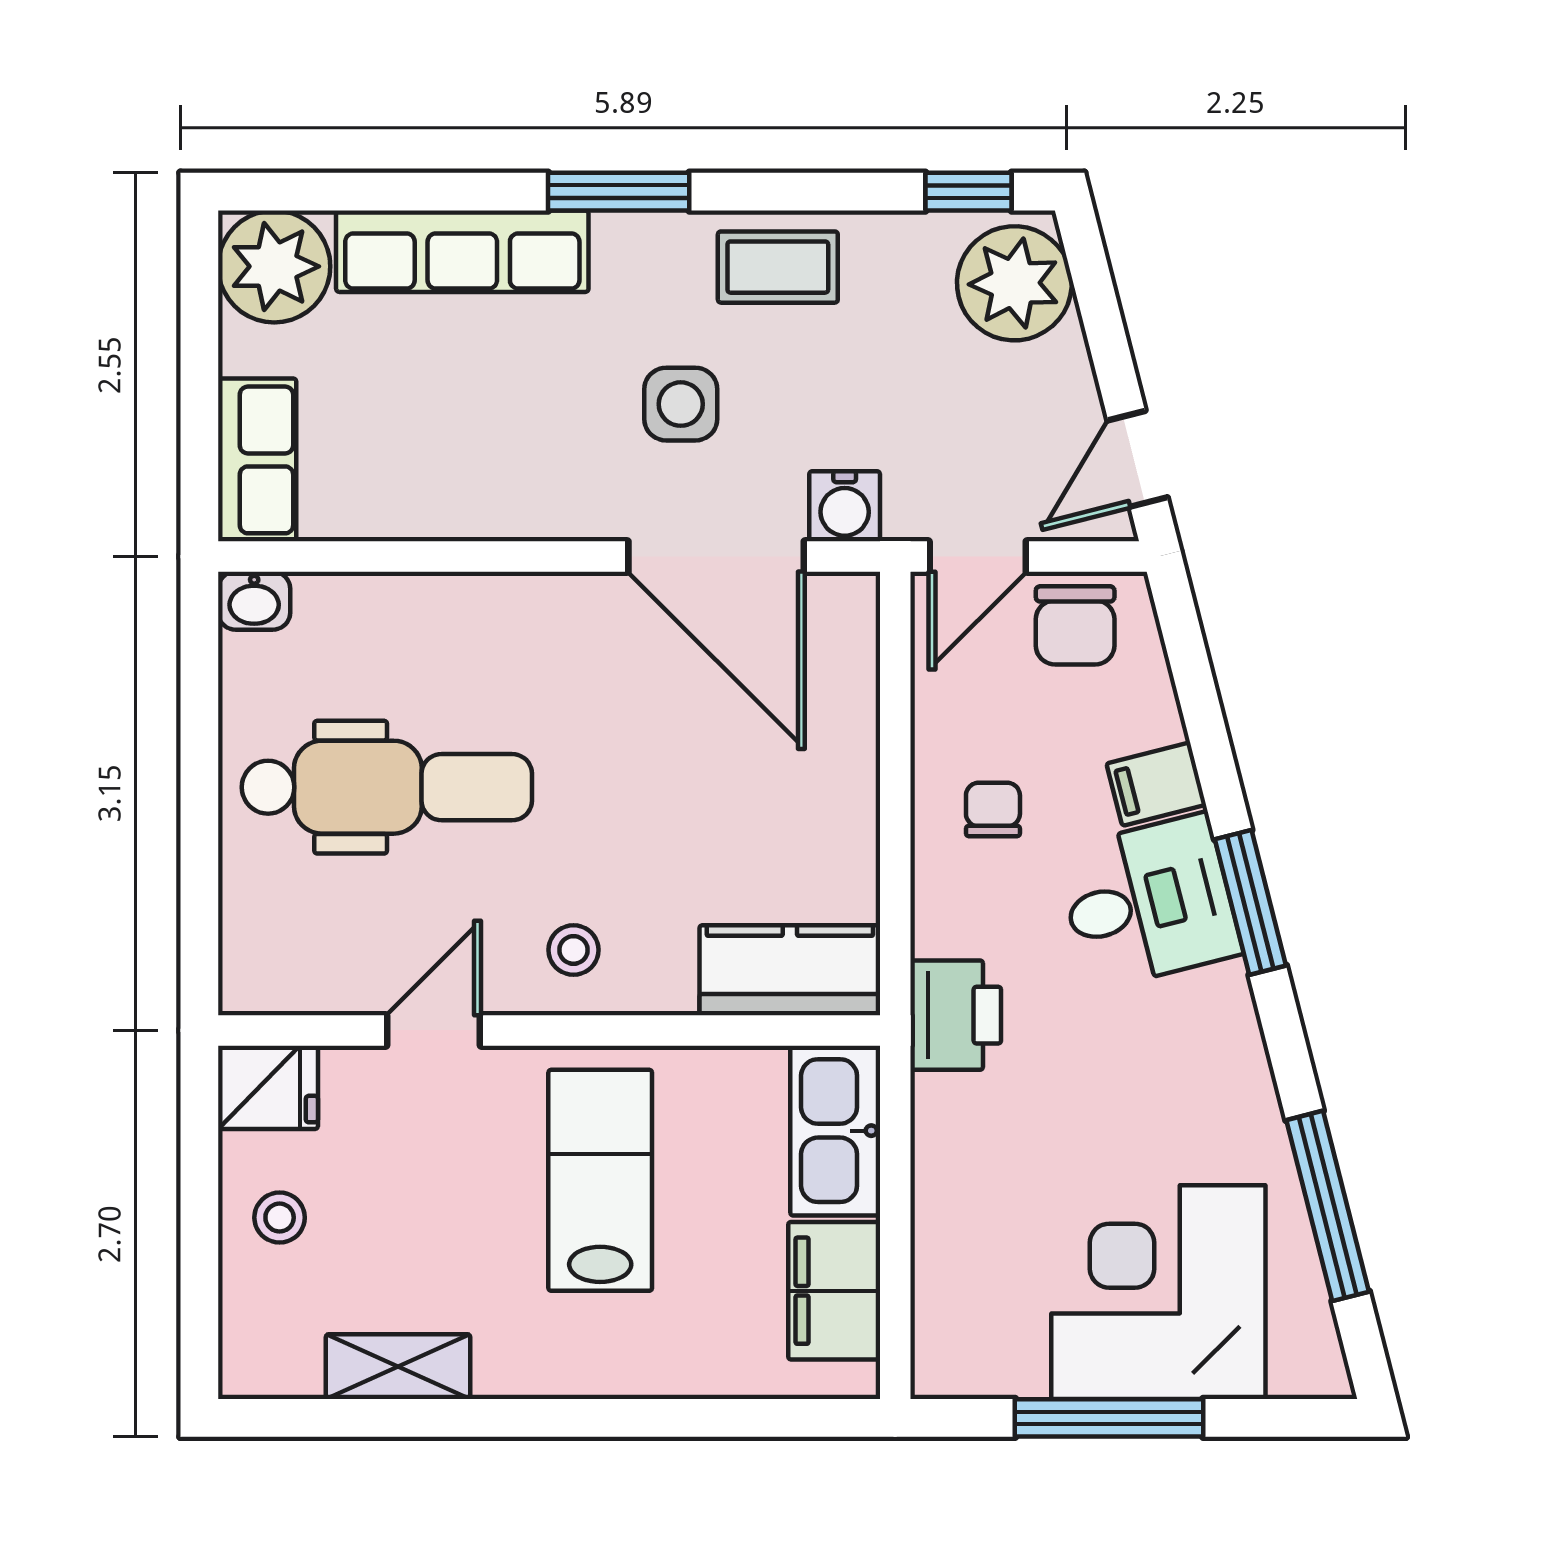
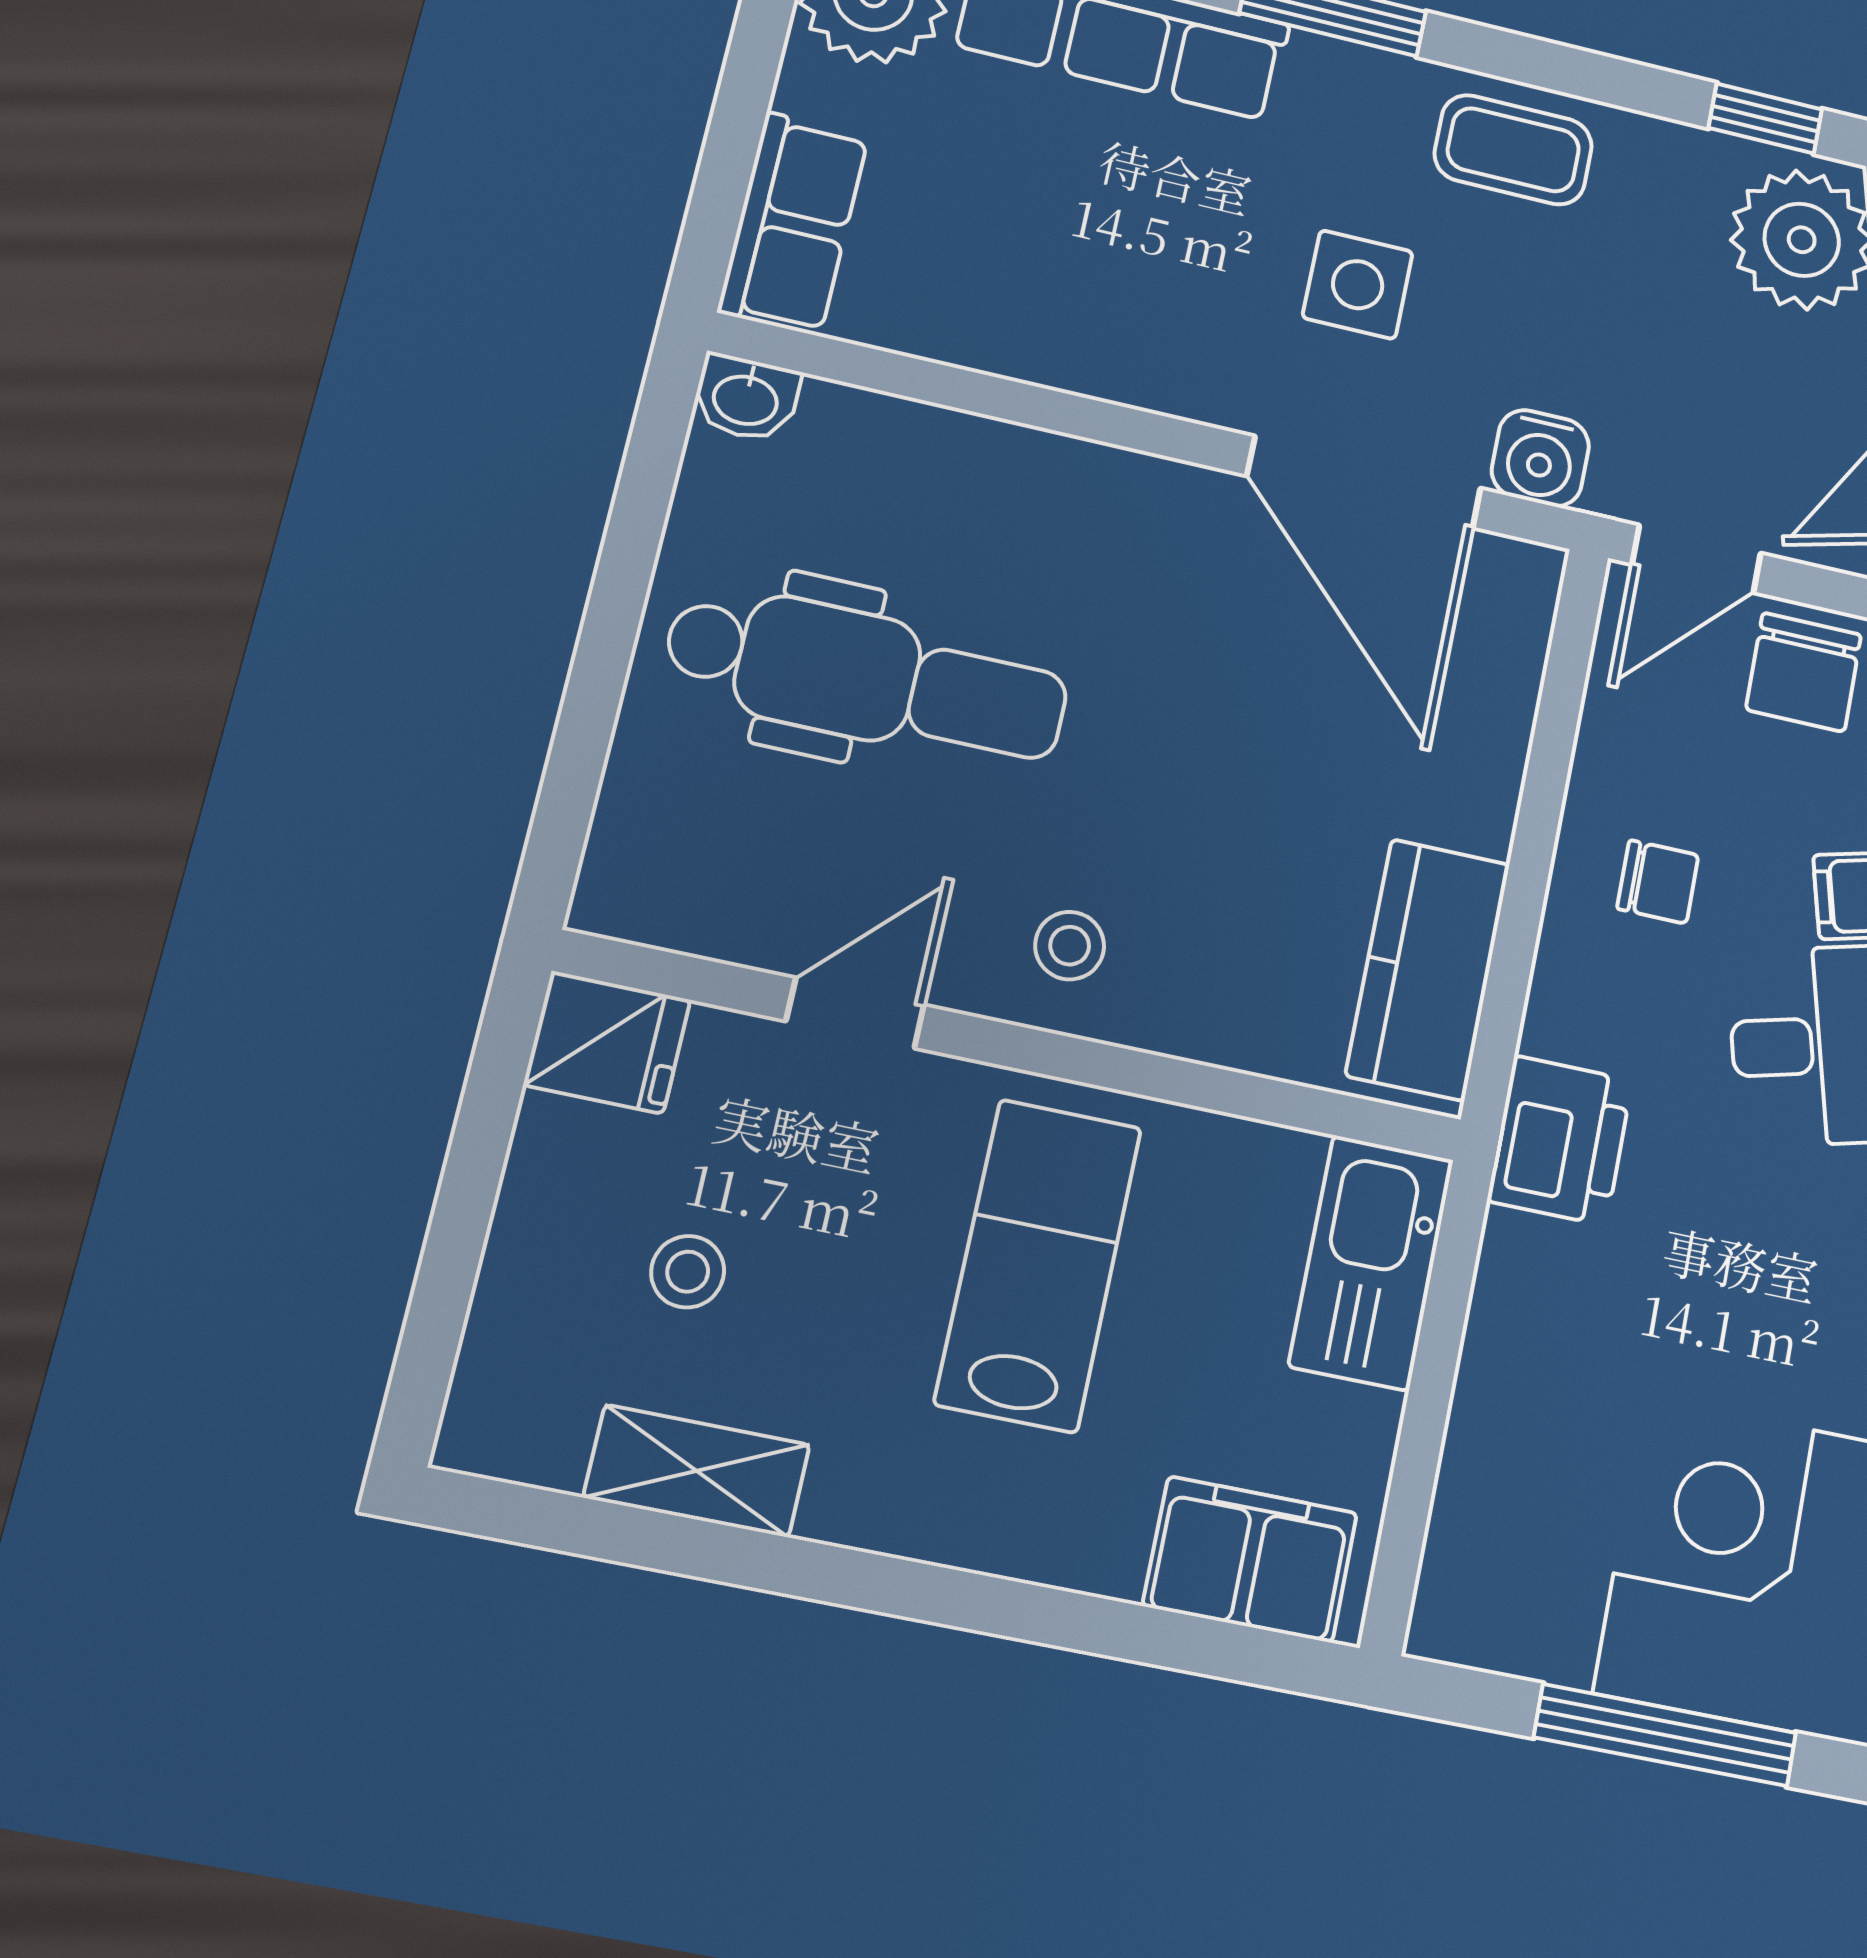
chair: (993, 809) -> (1658, 882), turned 90
kitchen counter: (790, 970) -> (1428, 970), moved, turned -90
stool: (280, 1218) -> (688, 1272), moved
filing cabinet: (834, 1291) -> (1250, 1559), moved, turned 90

